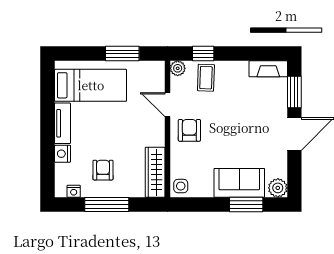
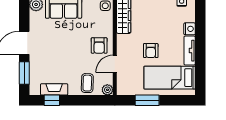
window: (203, 54) -> (52, 100), moved
fireplace: (268, 69) -> (54, 89), moved
door: (167, 105) -> (115, 64), swing flipped
armchair: (103, 170) -> (151, 51), moved

